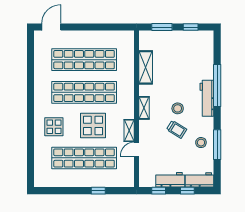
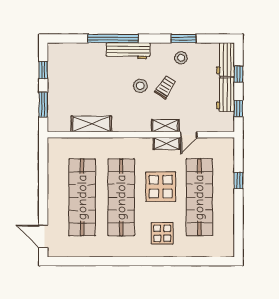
shelving: (144, 108) -> (165, 126), moved
window: (217, 145) -> (183, 38), width x0.69
door: (137, 149) -> (189, 135), hinge flipped

